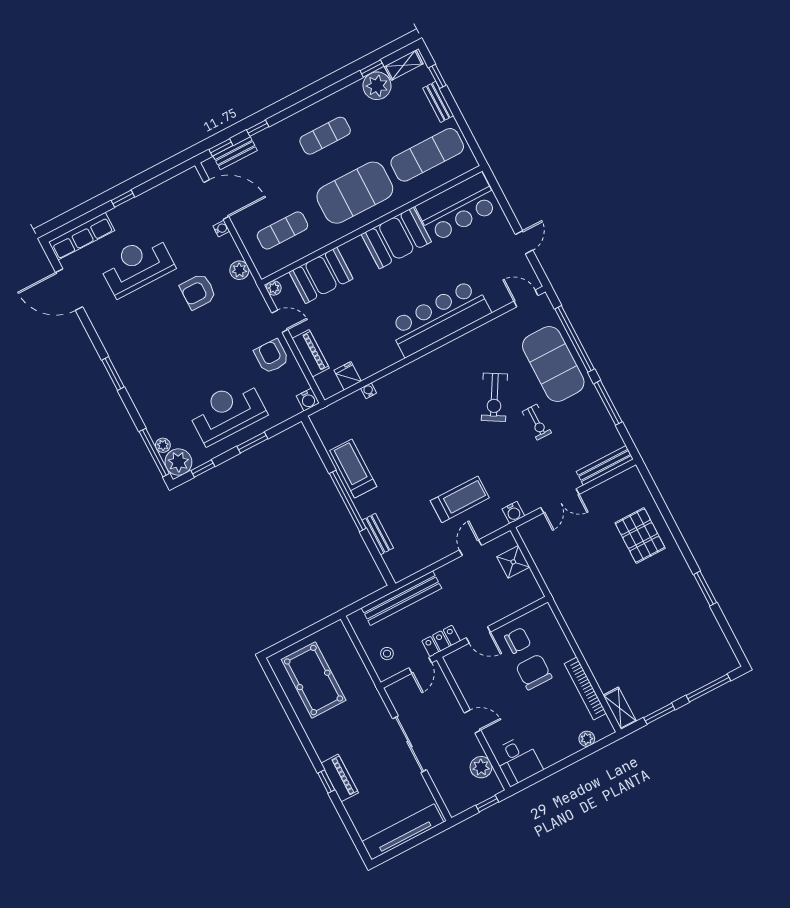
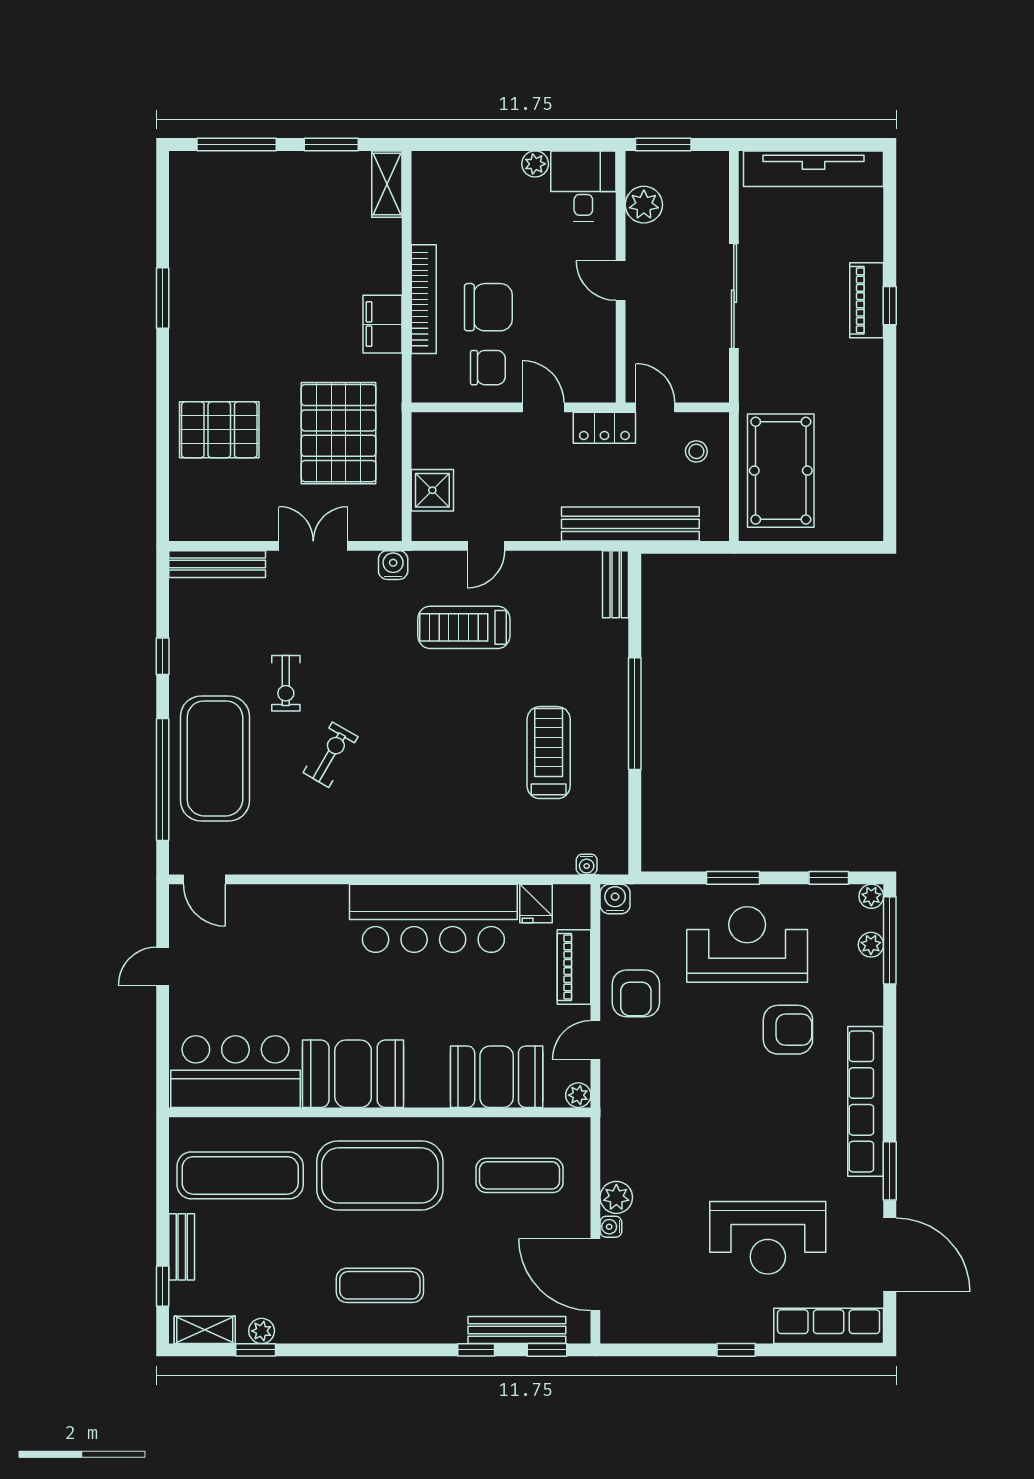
plant: (377, 86) -> (262, 1331), width x0.53, depth x0.53
bench: (235, 153) -> (517, 1330), width x1.36
plant: (239, 270) -> (616, 1197), moved
armchair: (198, 291) -> (788, 1030), moved
bar counter: (439, 318) -> (433, 918), moved
door: (280, 321) -> (595, 1040), hinge flipped
row of seats: (123, 363) -> (866, 1101), added
window: (113, 373) -> (890, 1171), moved
water cooler: (369, 391) -> (587, 864), moved
exercise bike: (494, 397) -> (331, 755), width x0.73, depth x0.72
window: (608, 403) -> (163, 656), width x0.46
reception desk: (227, 412) -> (747, 944), turned 180
exercise bike: (537, 422) -> (286, 683), turned 180
plant: (178, 462) -> (871, 896), width x0.53, depth x0.53
treadmill: (353, 468) -> (549, 753), moved, turned 180
bench: (378, 534) -> (616, 584), moved
pallet: (640, 535) -> (219, 430), turned 90
pallet: (577, 566) -> (339, 433), added
filing cabinet: (584, 635) -> (383, 324), added
chair: (518, 641) -> (488, 368), turned 180
door: (420, 665) -> (655, 407), hinge flipped
chair: (534, 672) -> (488, 307), turned -90
pool table: (314, 680) -> (781, 471), moved
bookcase: (585, 689) -> (424, 299), moved
plant: (587, 739) -> (535, 164), moved
window: (487, 804) -> (663, 144), width x1.50

